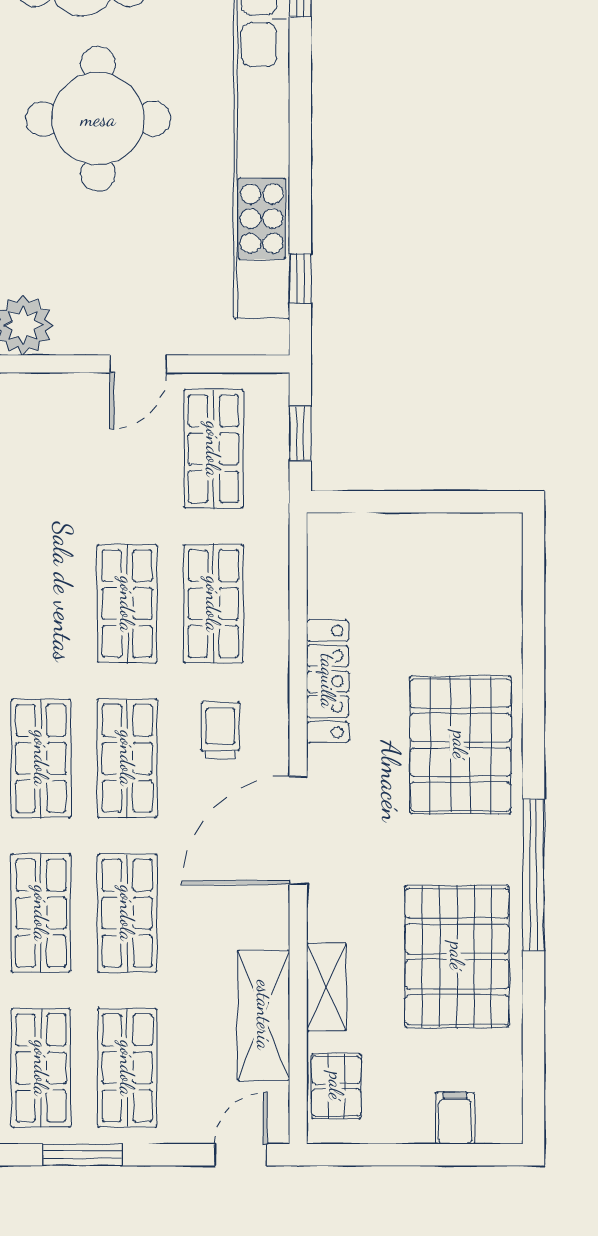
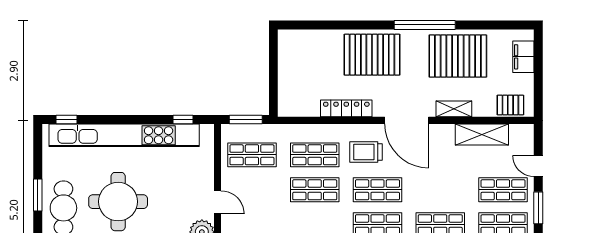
door: (138, 364) -> (218, 202), moved
window: (300, 433) -> (246, 120), width x1.50
trolley: (220, 730) -> (366, 152), width x1.36, depth x1.39
shop shelf: (127, 913) -> (440, 190), removed
shelving: (327, 987) -> (454, 109), moved
filing cabinet: (455, 1118) -> (523, 57), width x2.00
door: (241, 1155) -> (538, 166), moved

